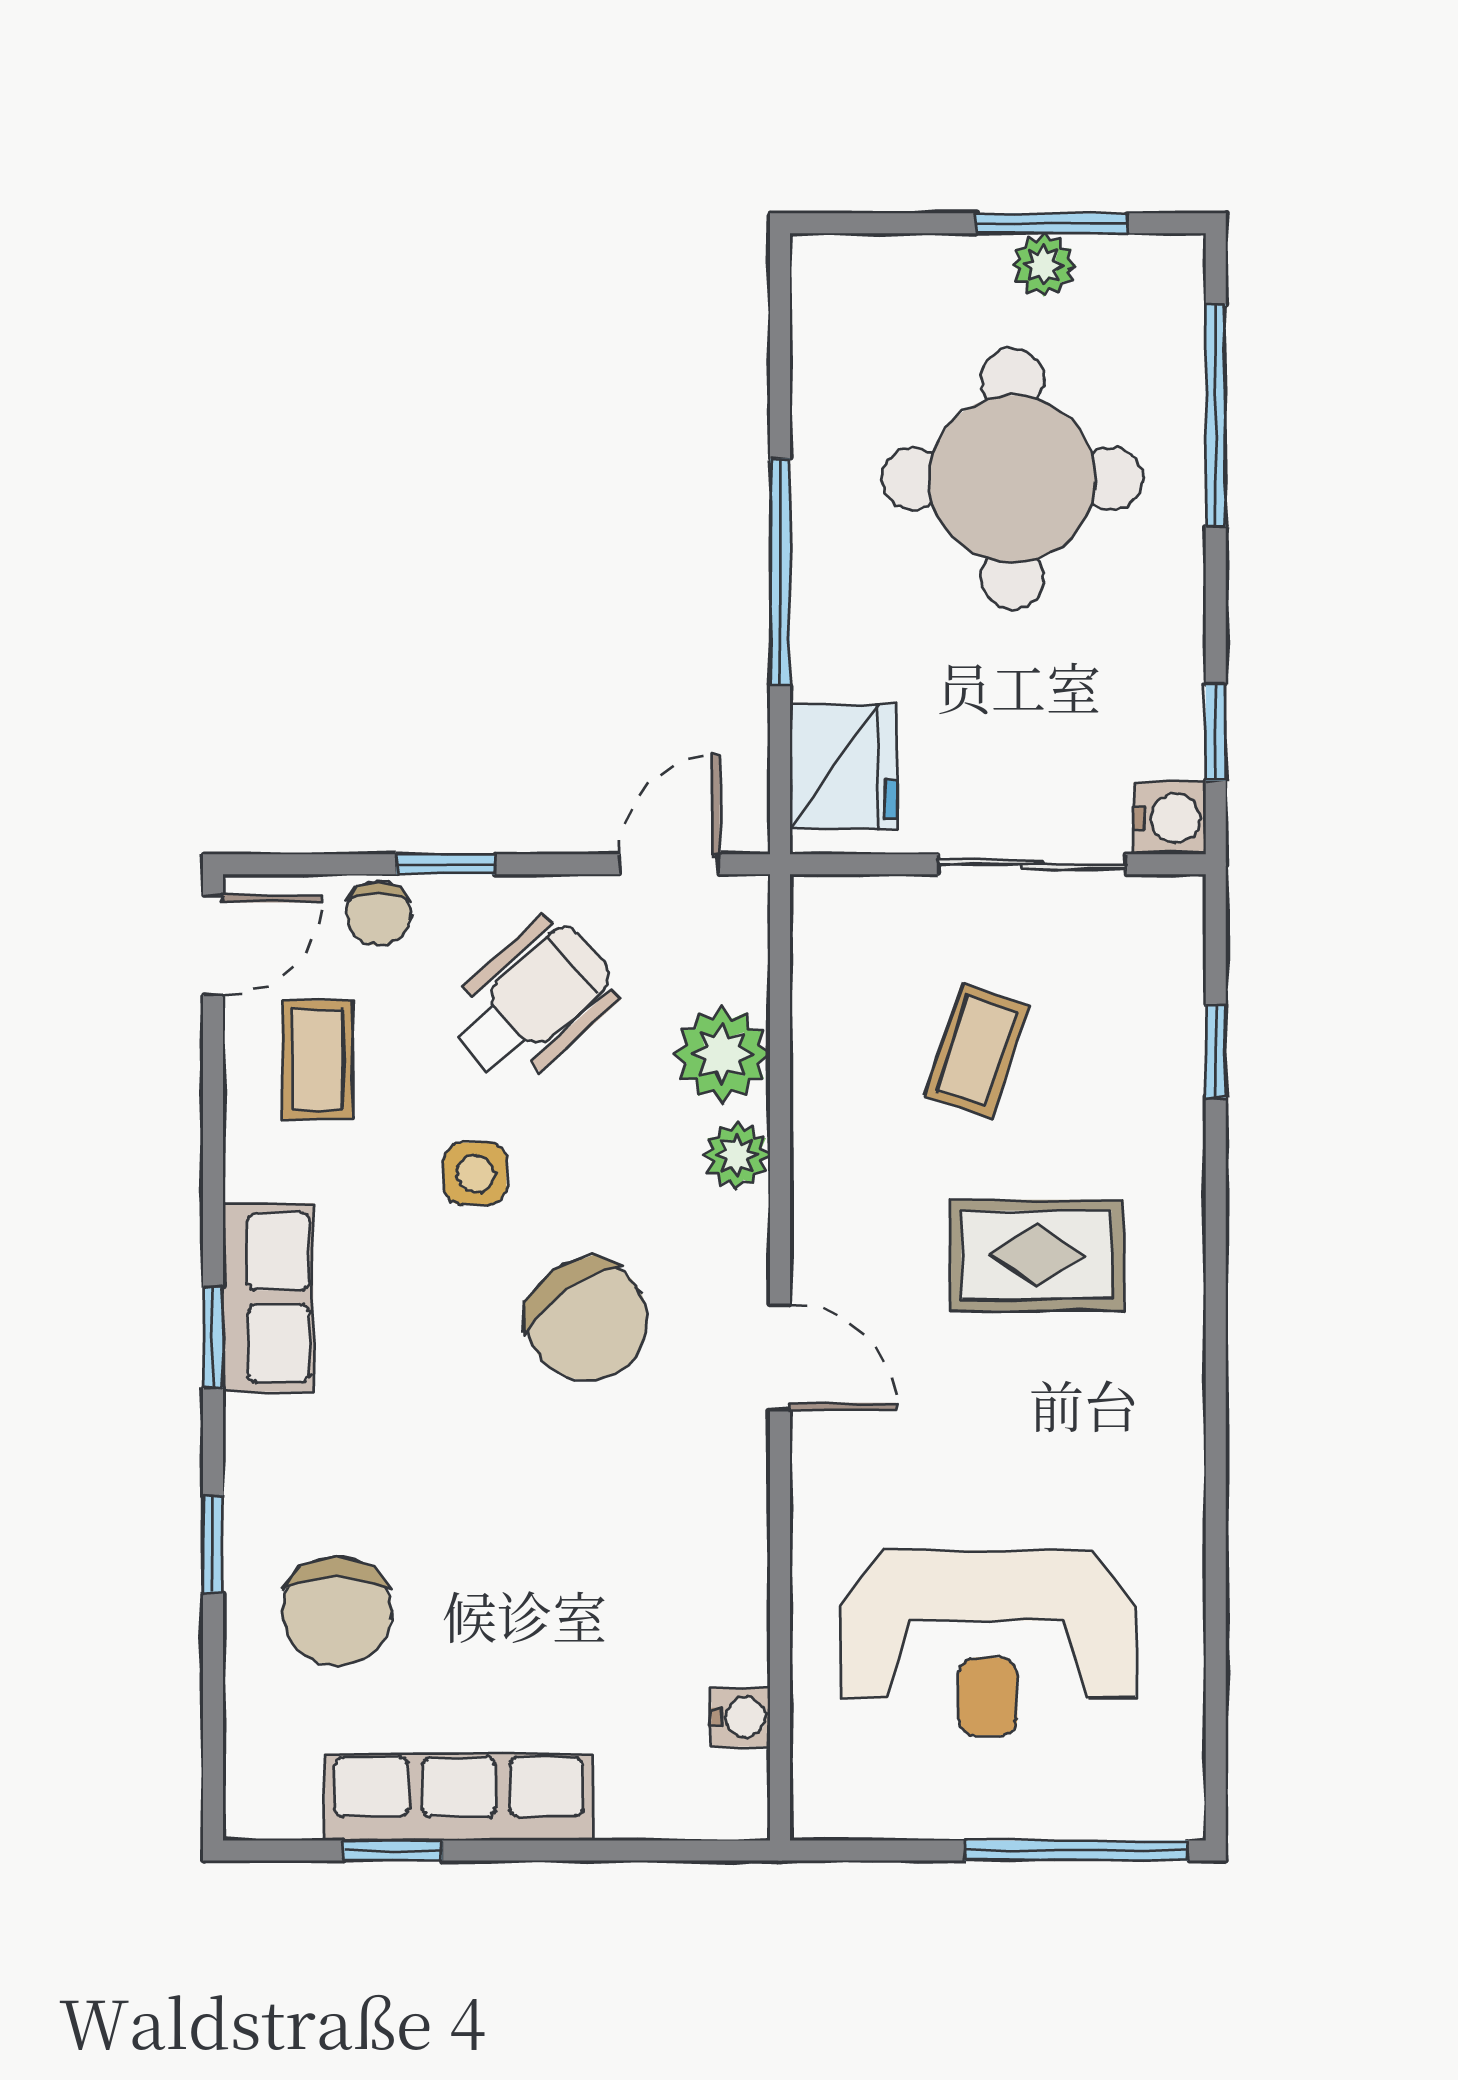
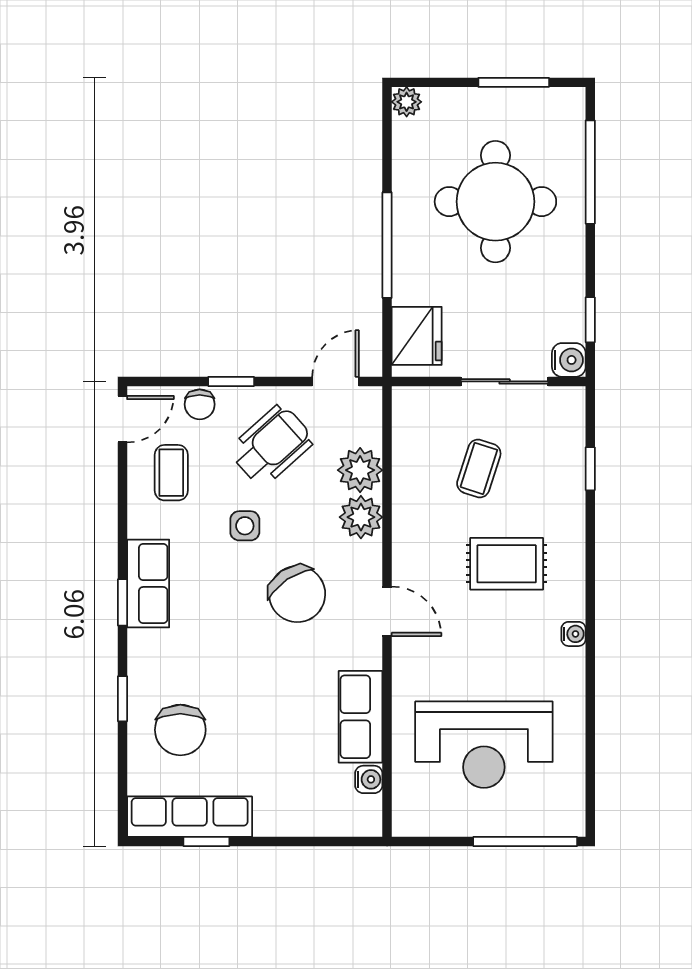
plant: (1044, 265) -> (407, 102), moved
plant: (737, 1155) -> (361, 517), width x1.38, depth x1.38
water cooler: (1180, 1405) -> (574, 634), added
row of seats: (723, 1583) -> (361, 717), added
row of seats: (459, 1797) -> (190, 817), moved

